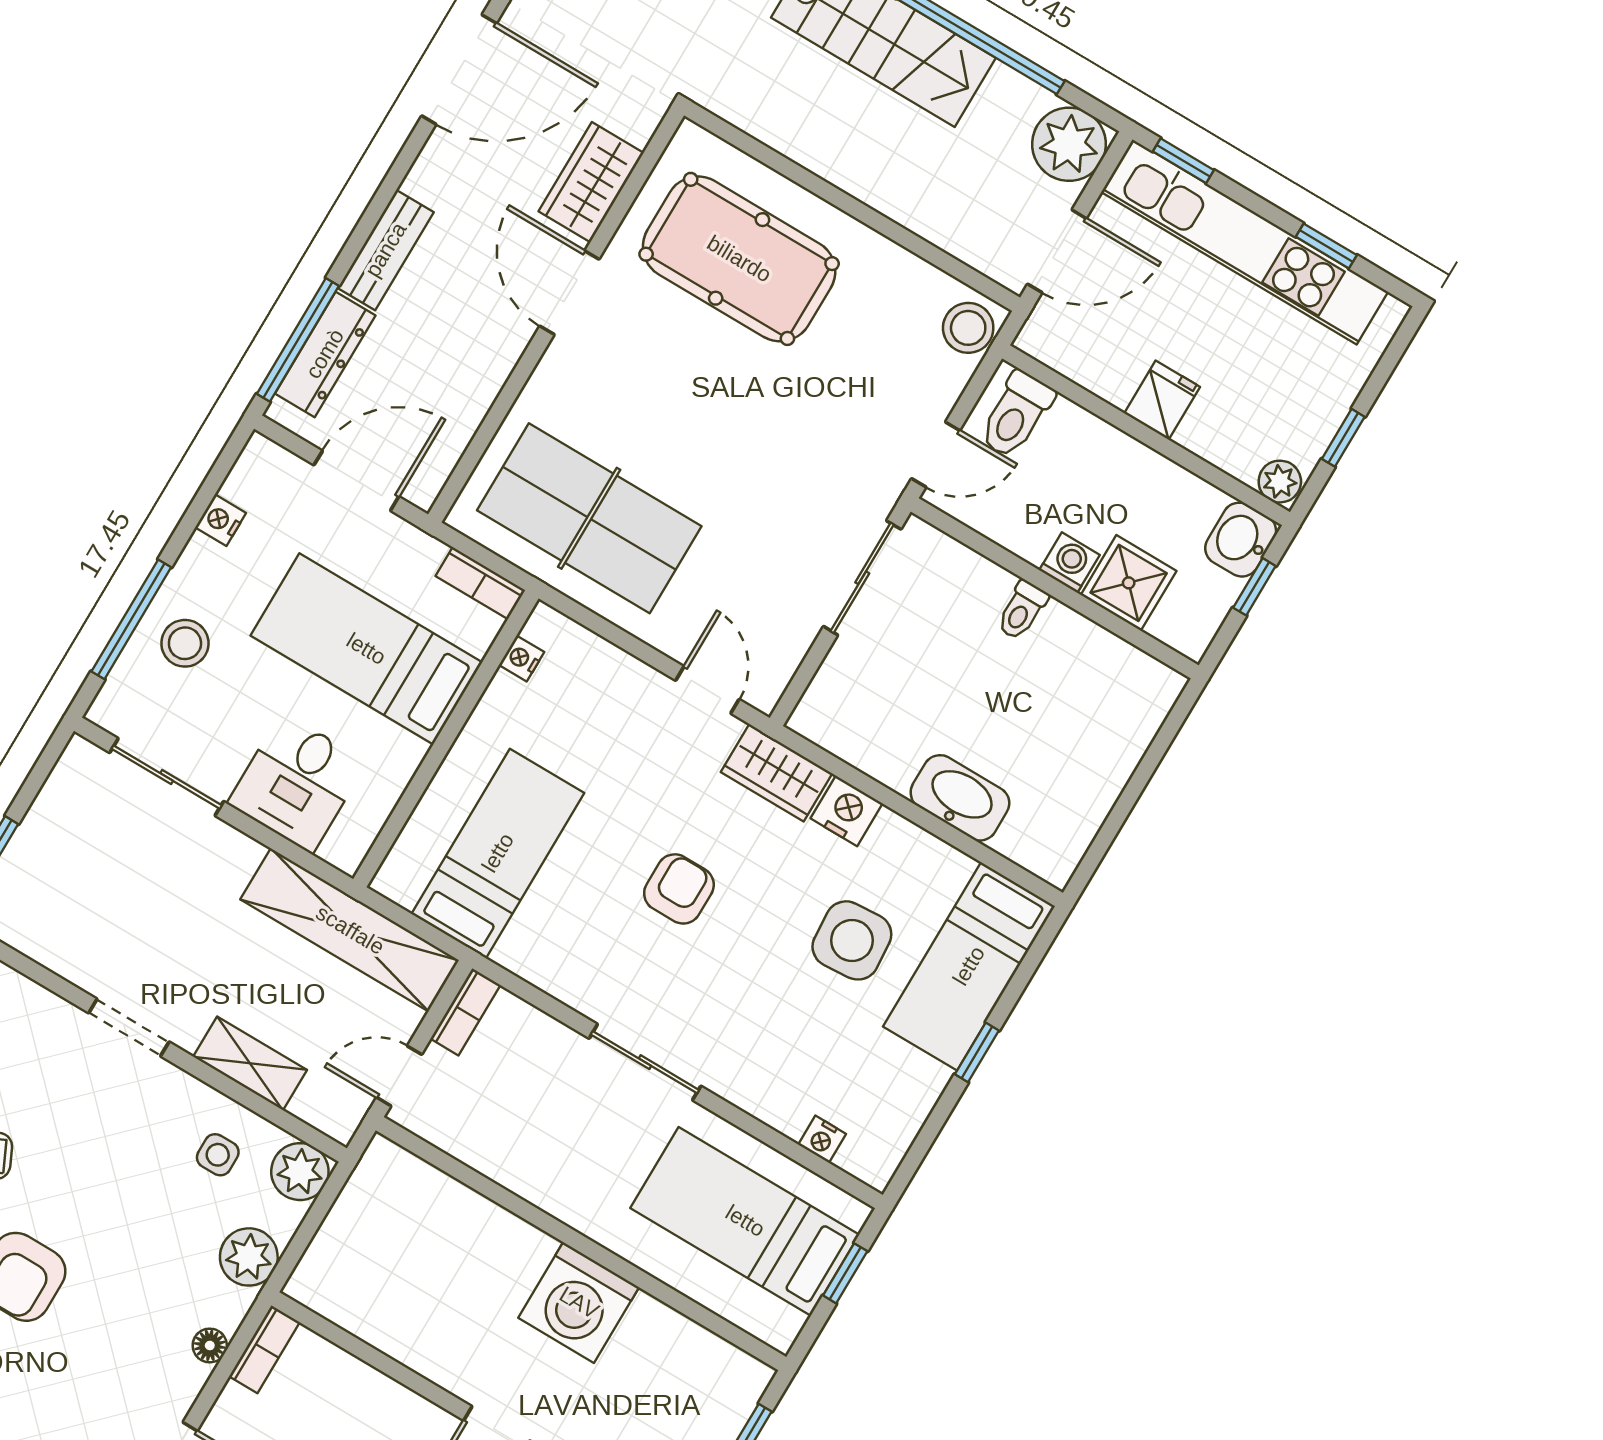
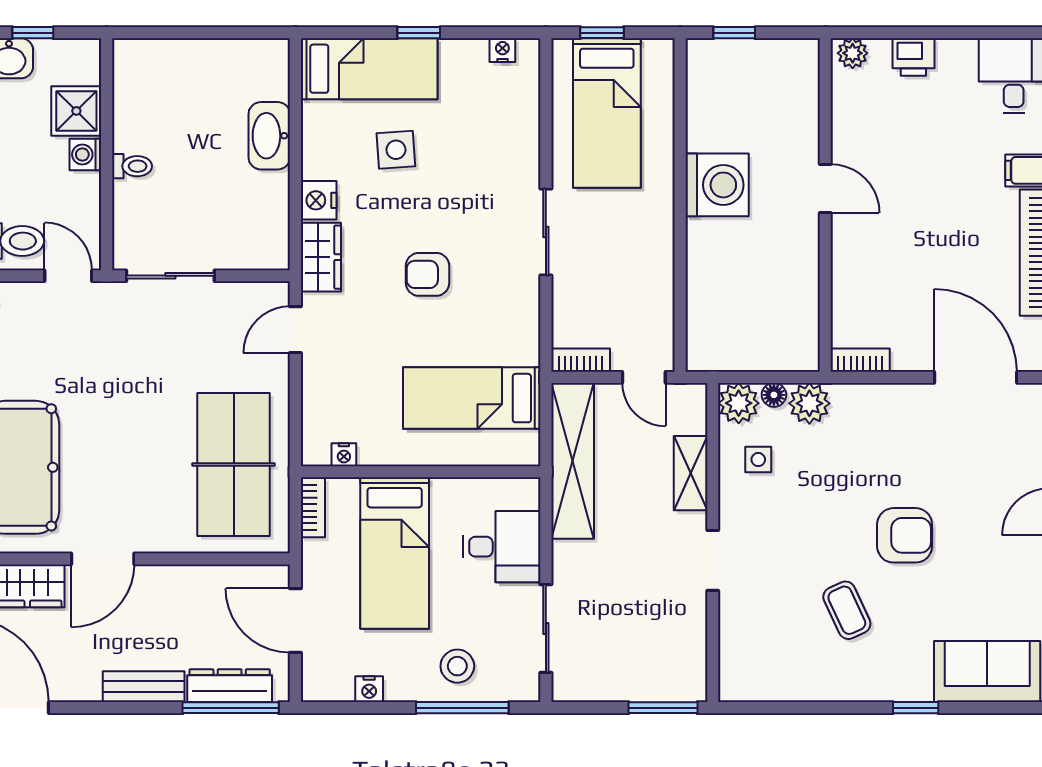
side table: (852, 940) -> (396, 150), width x0.73, depth x0.73
nightstand: (822, 1139) -> (502, 50), moved, turned -90
floor lamp: (210, 1345) -> (774, 395), moved

